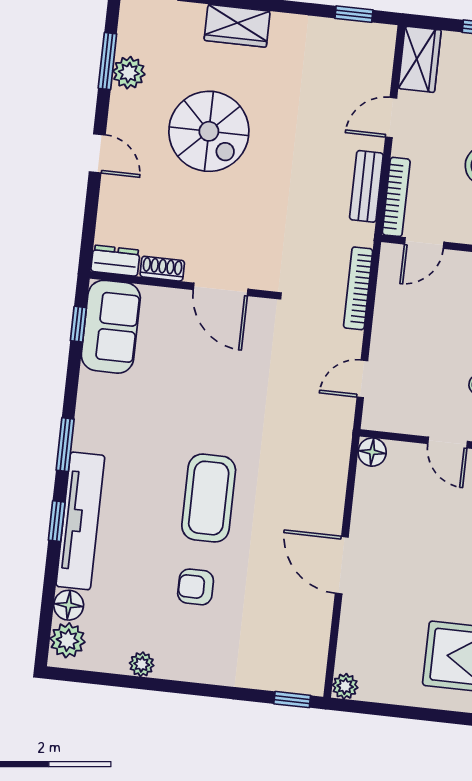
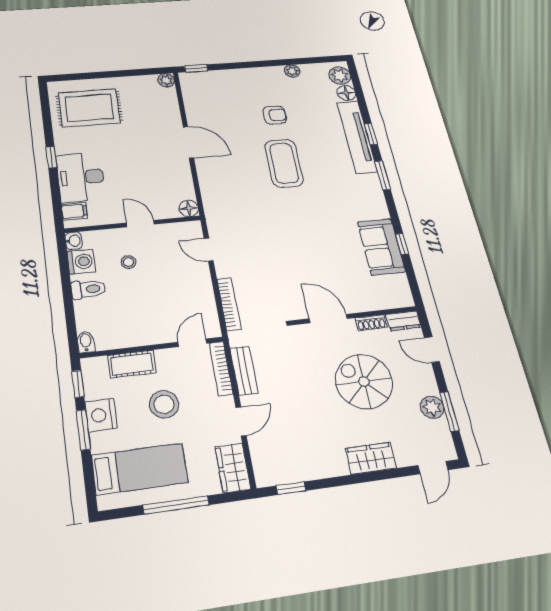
dresser: (115, 261) -> (403, 321), moved
shoe rack: (162, 269) -> (371, 323), moved
wall: (182, 285) -> (354, 316), moved
door: (221, 289) -> (328, 319), moved
door: (362, 379) -> (209, 250), swing flipped

